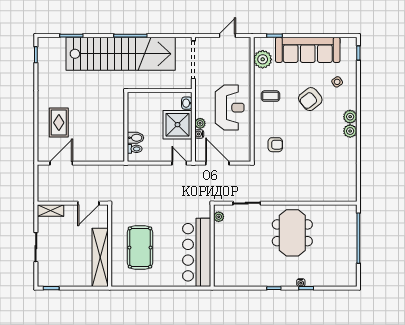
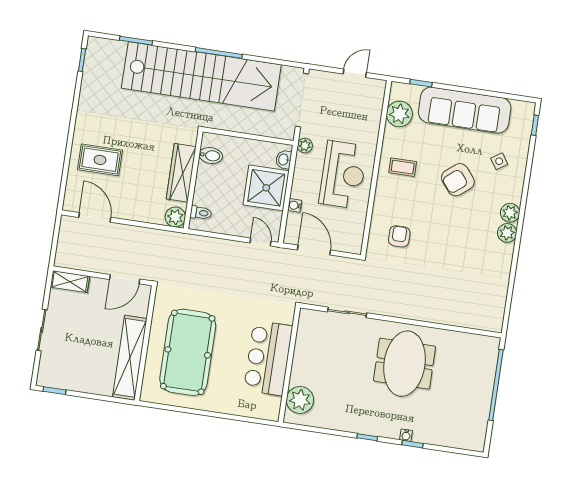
rug: (59, 123) -> (100, 160), turned 90
wardrobe: (117, 123) -> (181, 173), added
plant: (200, 123) -> (305, 146), moved
bidet: (136, 138) -> (211, 156), moved
armchair: (275, 145) -> (399, 236), turned -90
plant: (117, 154) -> (175, 217), added
door: (61, 163) -> (95, 217), hinge flipped
plant: (219, 217) -> (300, 400), moved, width x1.88, depth x1.88
pool table: (140, 248) -> (188, 352), width x1.36, depth x1.32
bar counter: (197, 252) -> (268, 358), width x0.73

